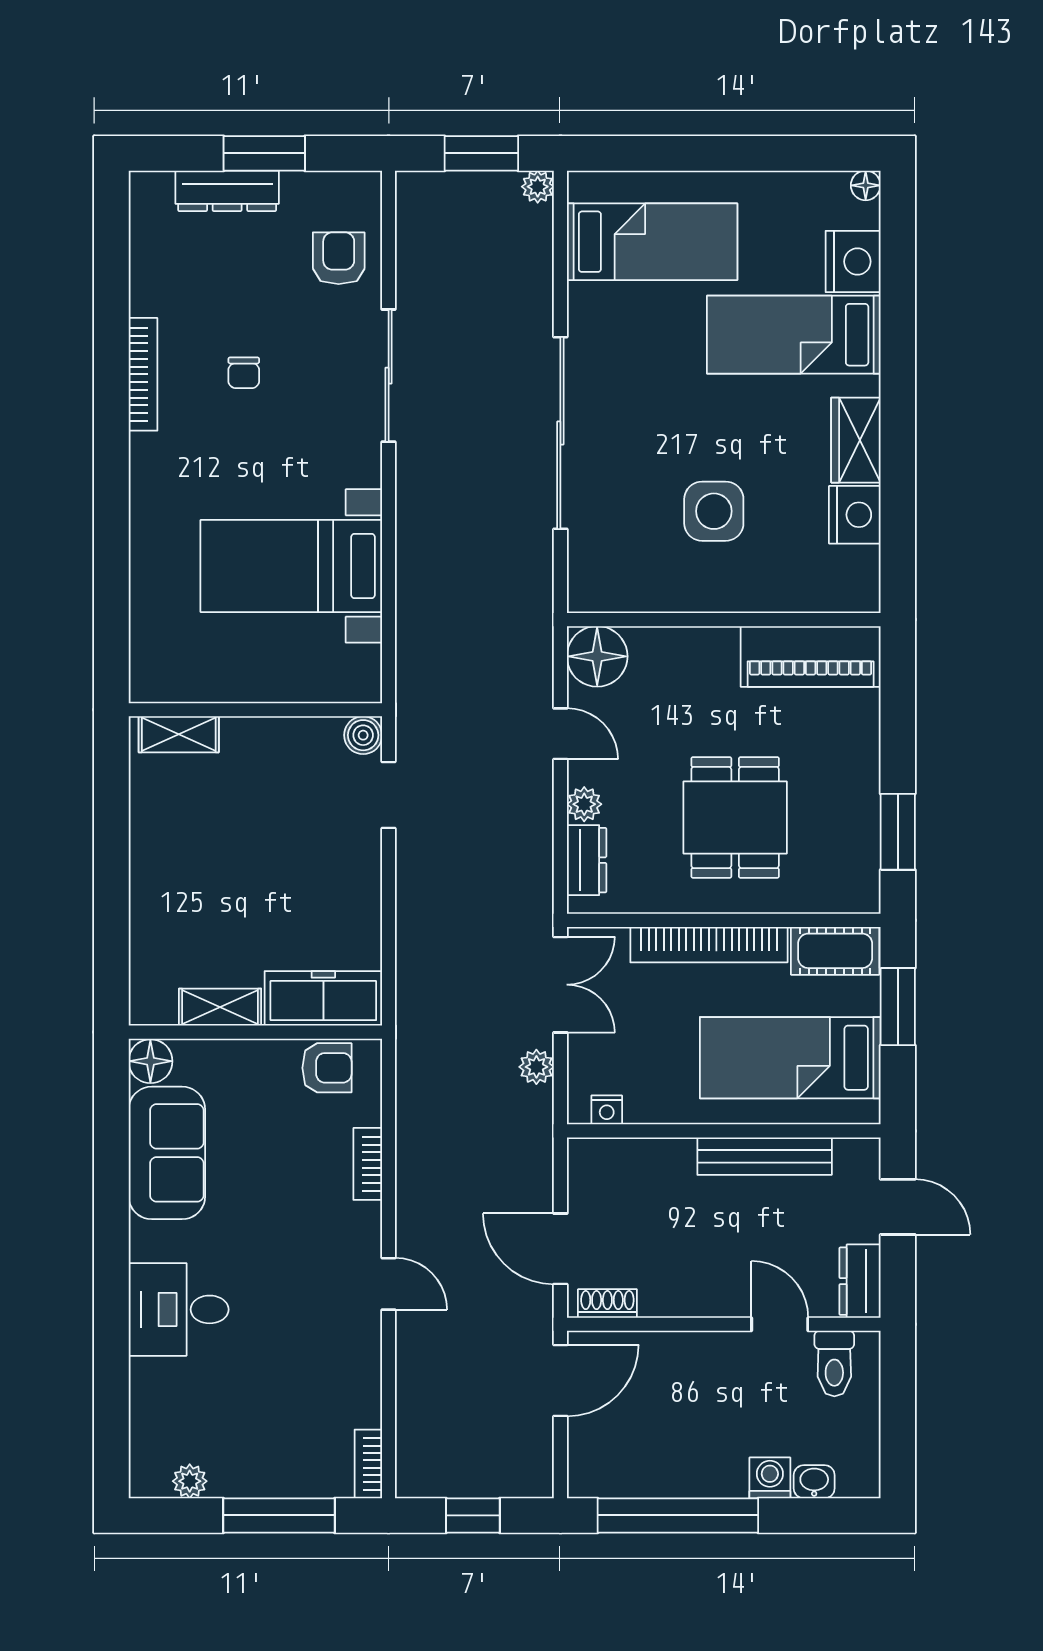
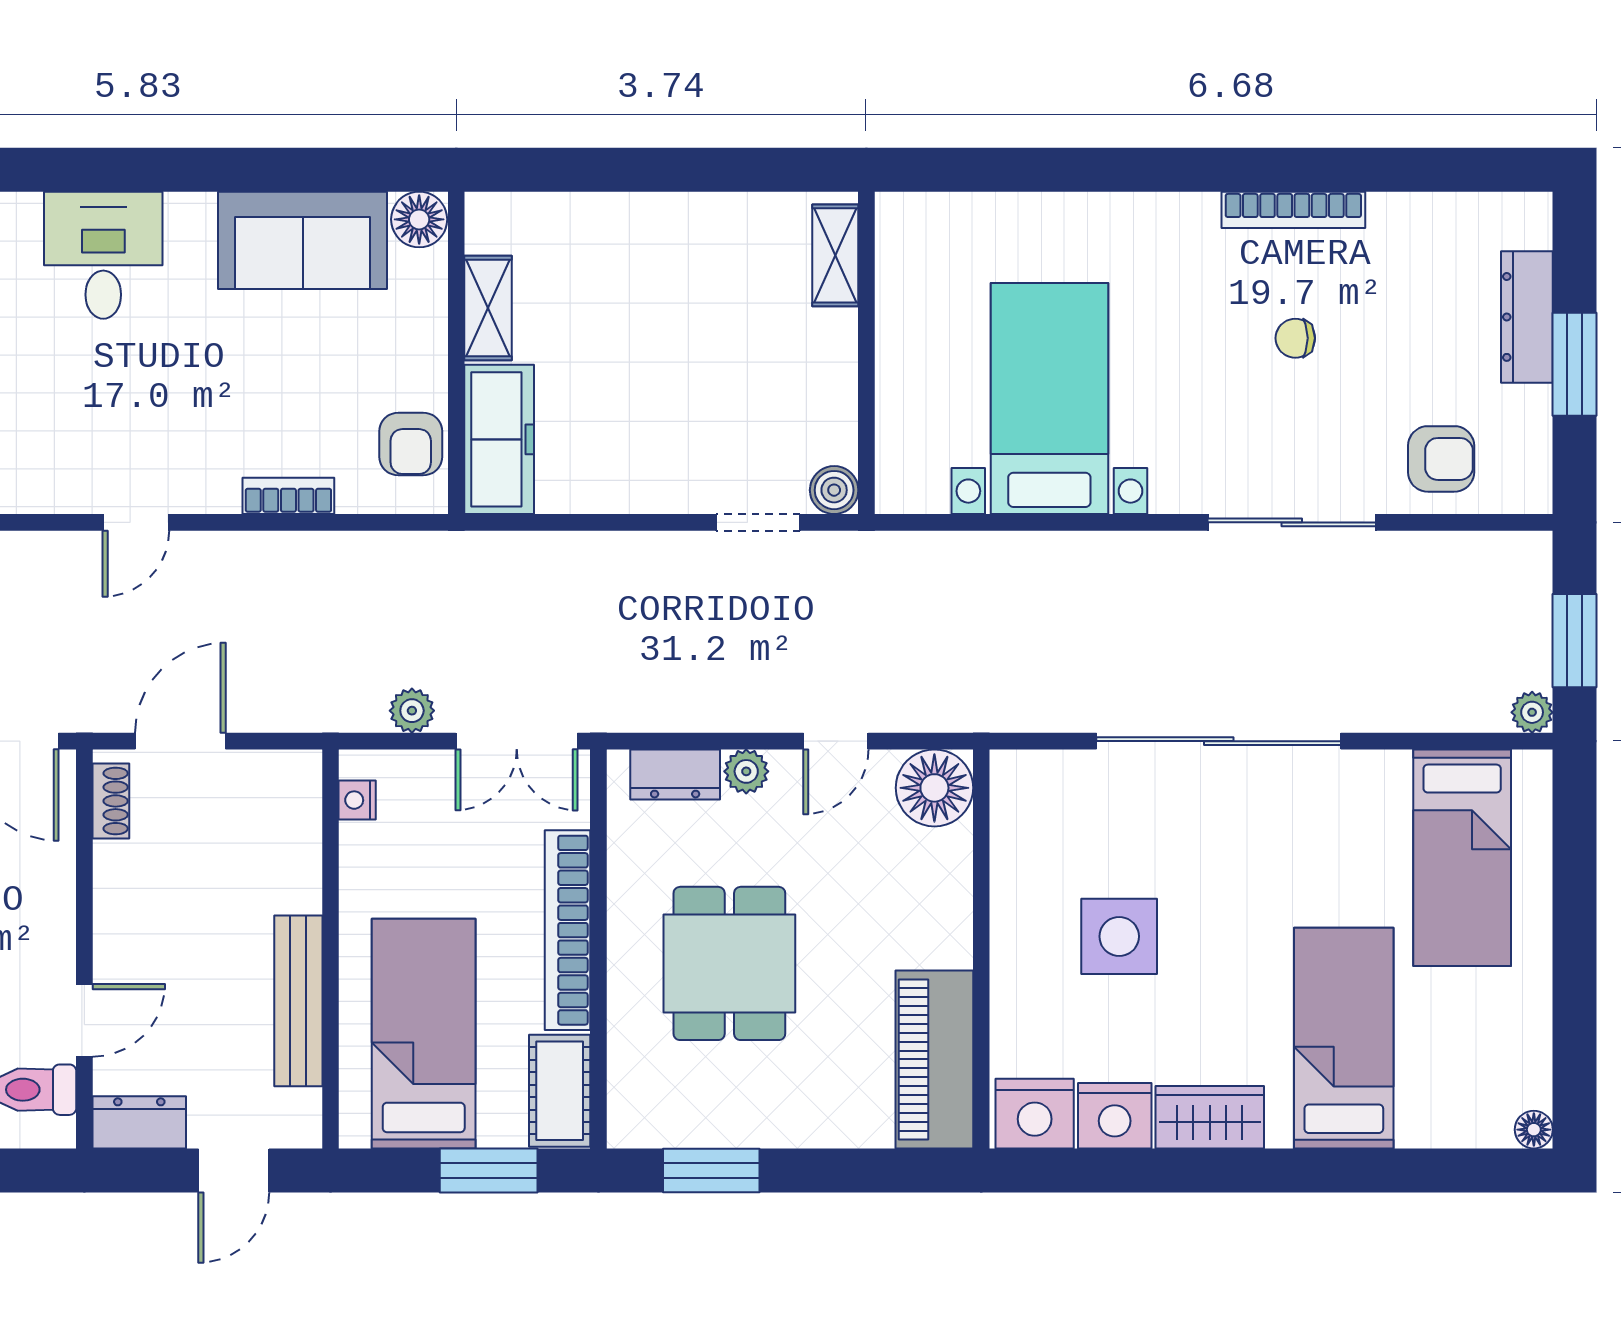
nightstand: (853, 262) -> (1035, 1114), moved
dining table: (735, 817) -> (729, 963), turned 90

